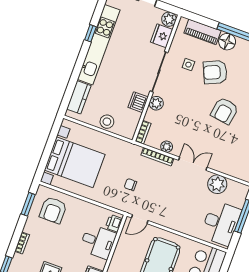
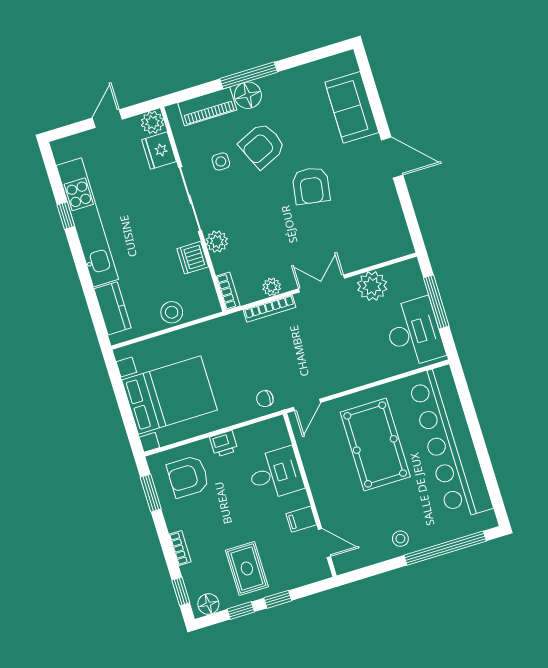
chair: (130, 185) -> (265, 399), moved
armchair: (53, 210) -> (188, 477), turned 90
printer: (114, 223) -> (224, 444), moved, turned -90

